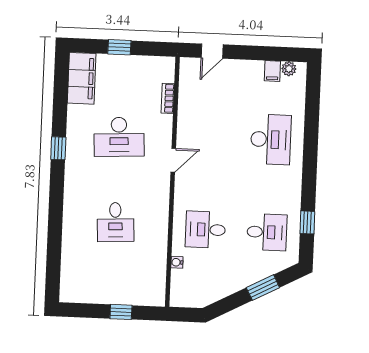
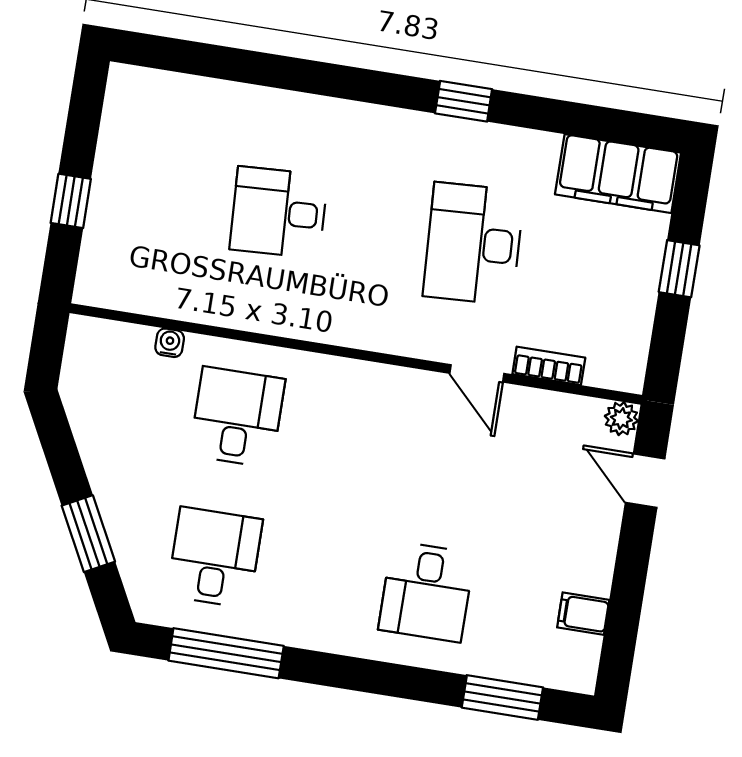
plant: (289, 69) -> (621, 419), moved
window: (312, 102) -> (502, 697), added
desk: (271, 139) -> (426, 591), width x0.73
door: (173, 160) -> (477, 373), moved
window: (307, 222) -> (226, 653), width x2.17
desk: (267, 232) -> (215, 558), turned 180

